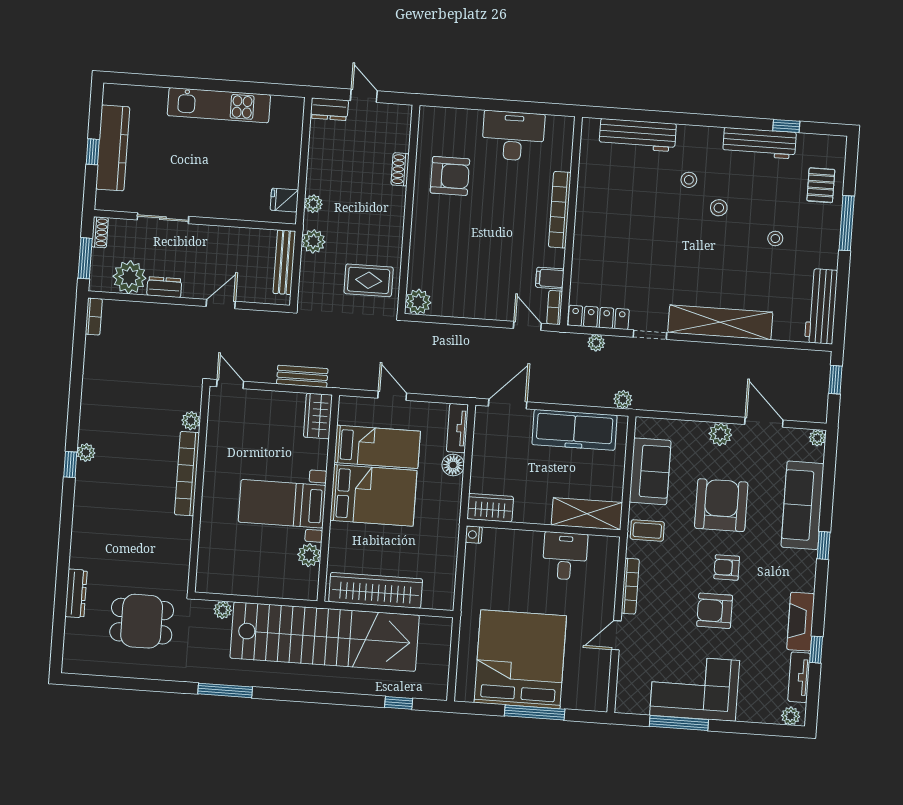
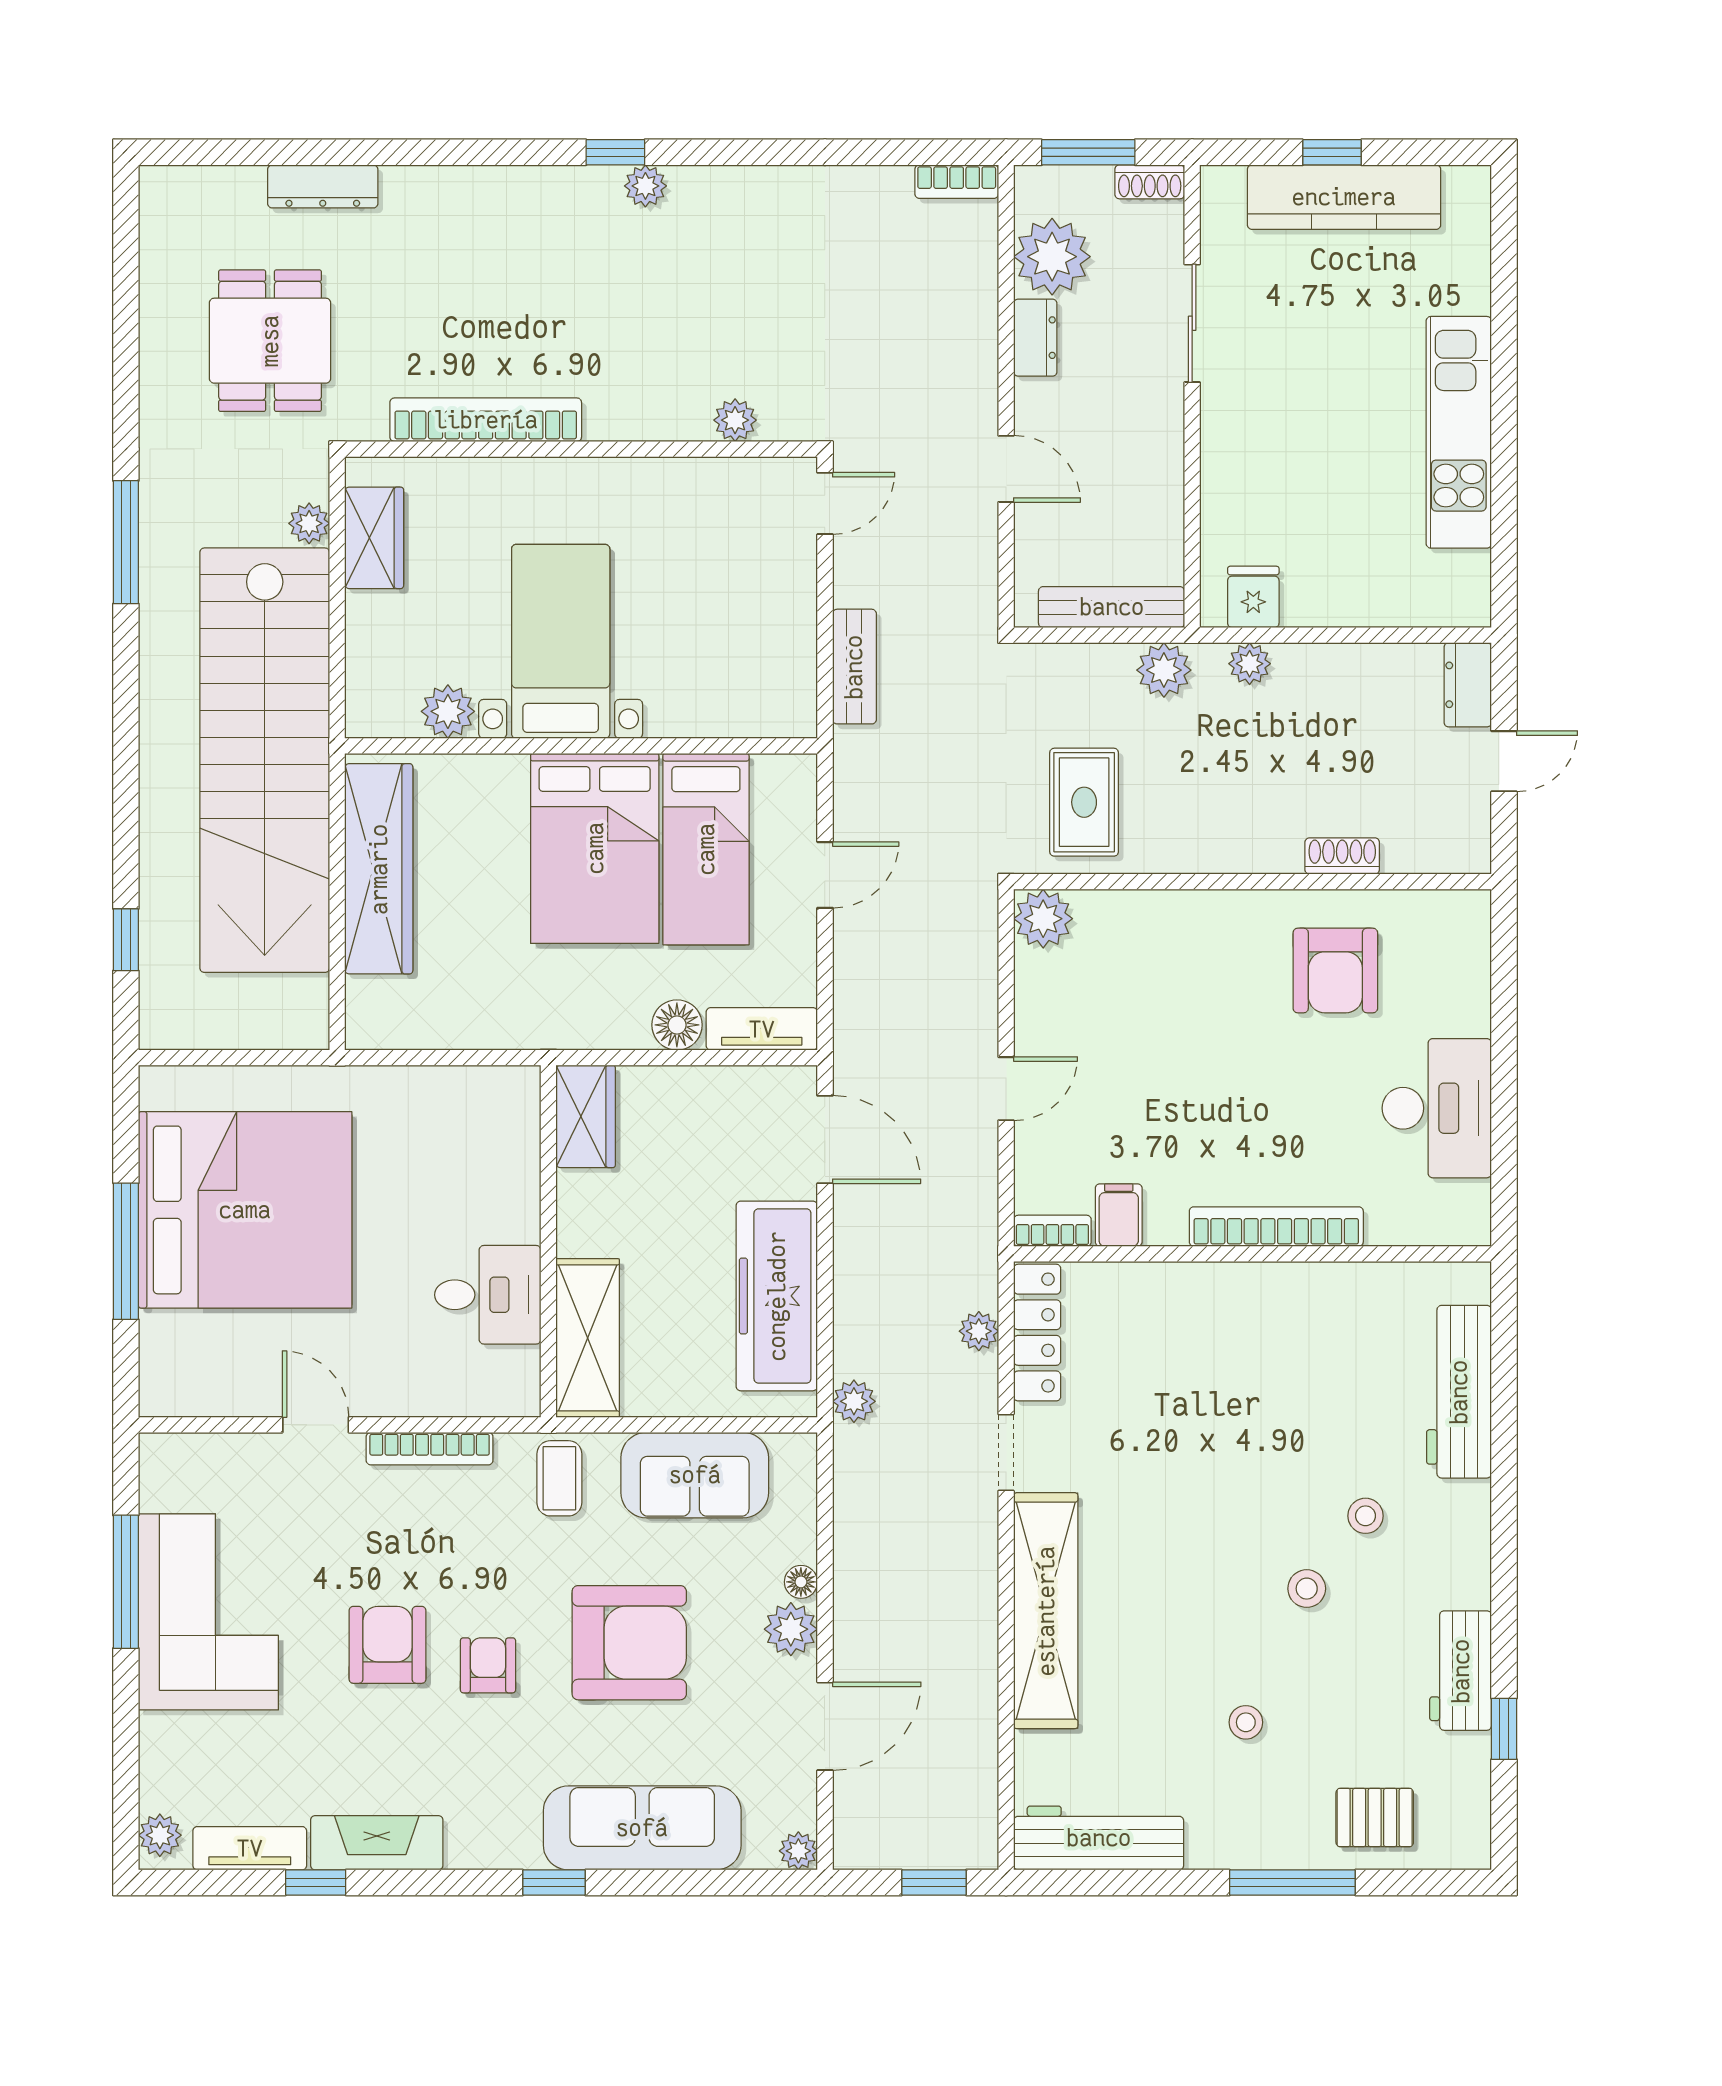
workbench: (759, 143) -> (1461, 1671), width x0.73
door: (527, 326) -> (1006, 1089), moved
wardrobe: (318, 416) -> (374, 538), moved, turned 90
floor lamp: (700, 428) -> (801, 1582), added
bookcase: (187, 474) -> (486, 420), moved
nightstand: (474, 535) -> (522, 1083), removed

